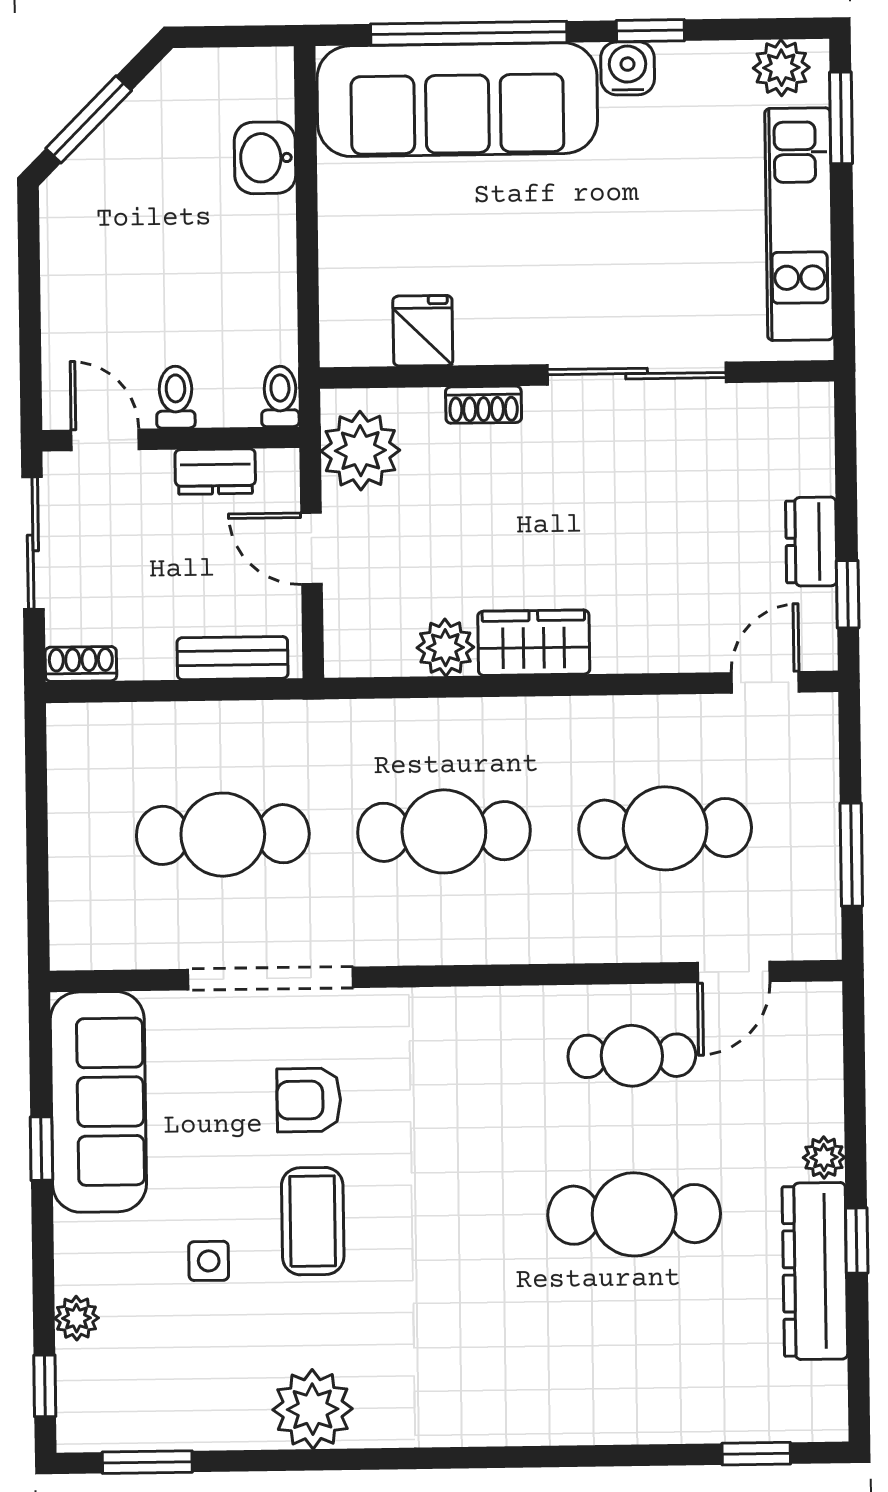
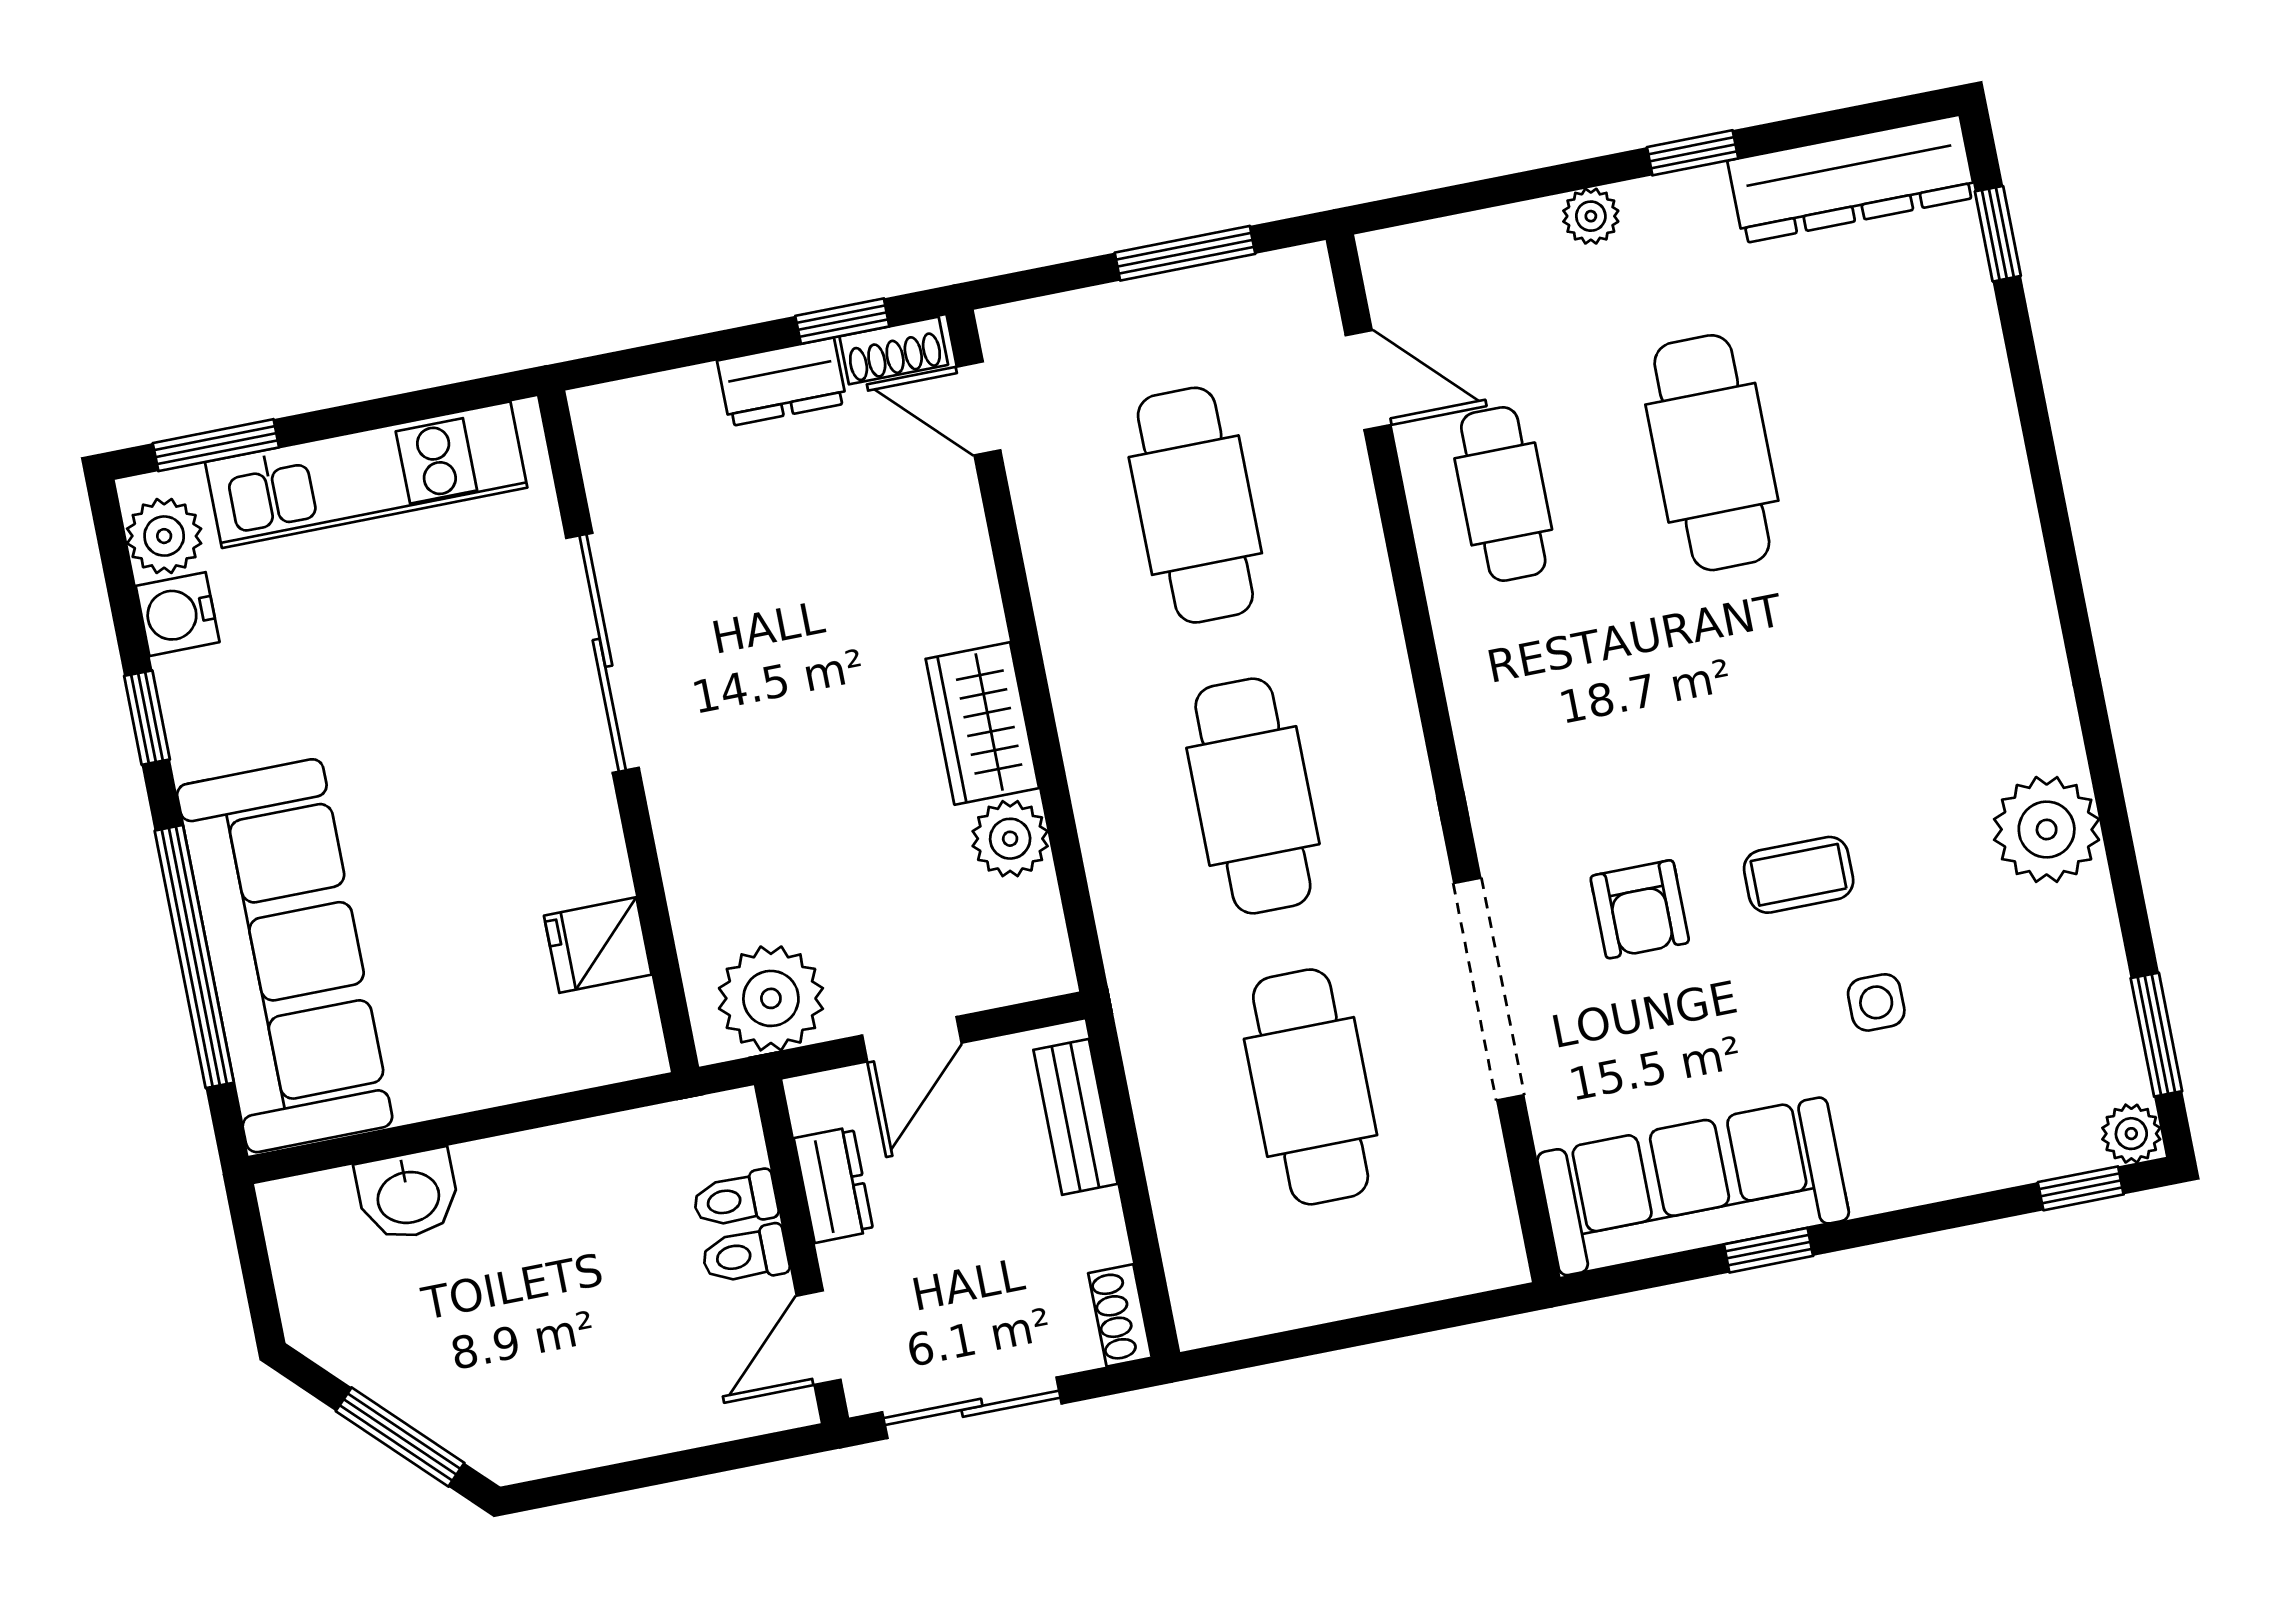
water cooler: (628, 68) -> (178, 614), moved
toilet: (280, 396) -> (735, 1200), moved
shoe rack: (484, 405) -> (894, 351), moved, turned 90
coffee table: (313, 1221) -> (1799, 875), width x0.73, depth x0.77
dresser: (815, 1271) -> (1852, 179), moved
plant: (77, 1318) -> (2131, 1134), moved

